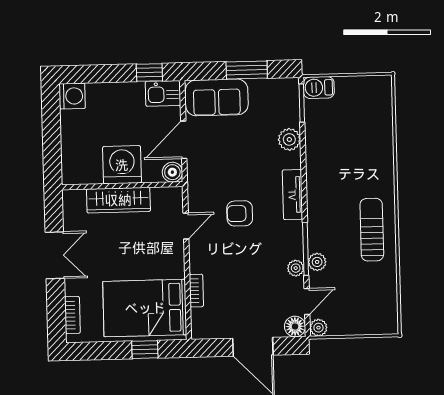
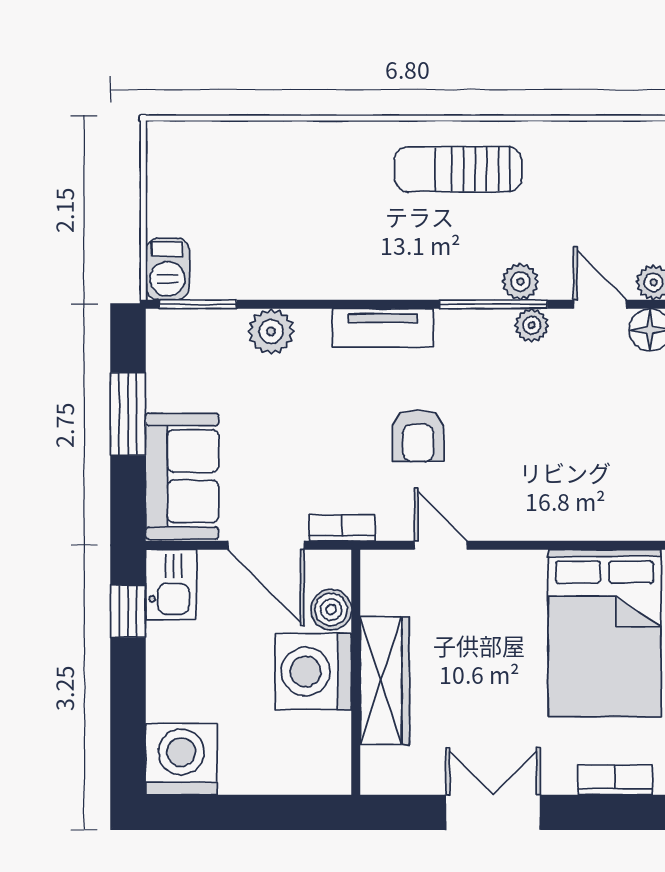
washing machine: (72, 96) -> (181, 759), width x1.37, depth x1.37
boiler: (172, 172) -> (331, 610), moved
bookcase: (196, 291) -> (342, 528), moved

